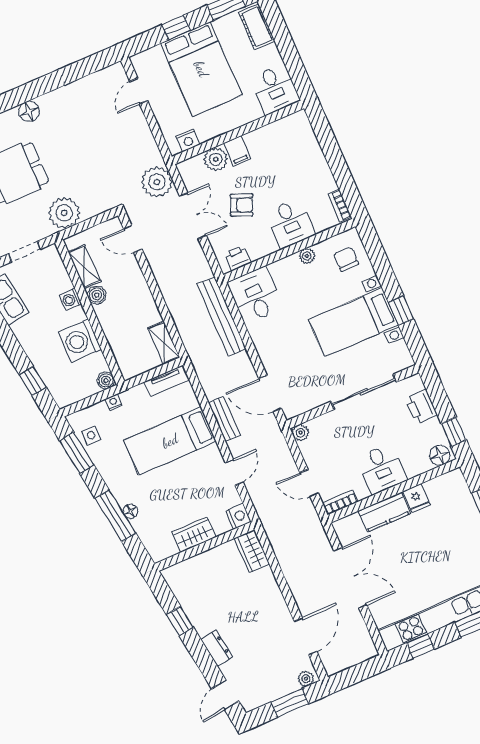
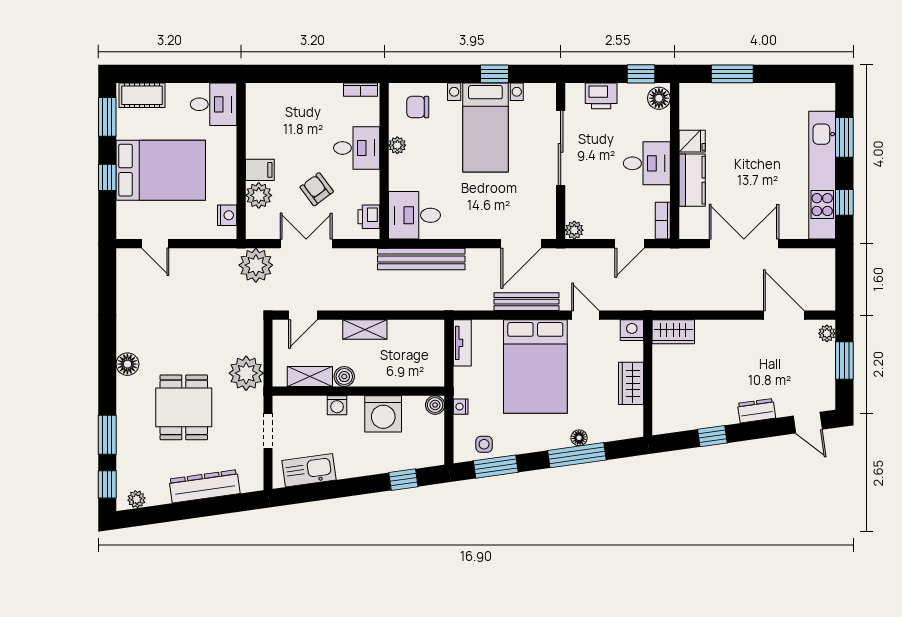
armchair: (242, 205) -> (317, 189), turned -60
shelving: (164, 343) -> (365, 329), moved
bench: (224, 419) -> (527, 302), width x1.36
bed: (170, 441) -> (535, 366), width x1.50

